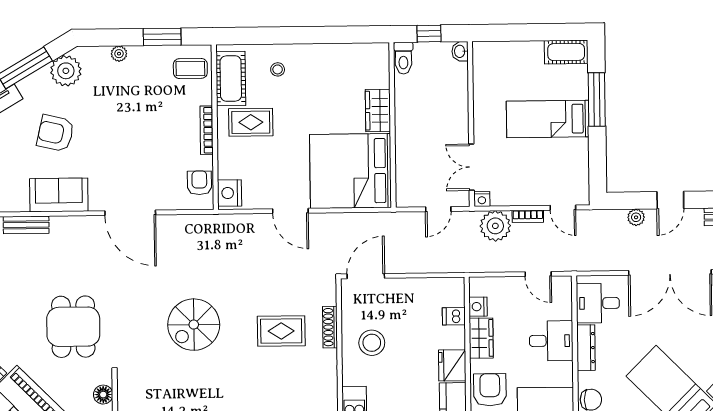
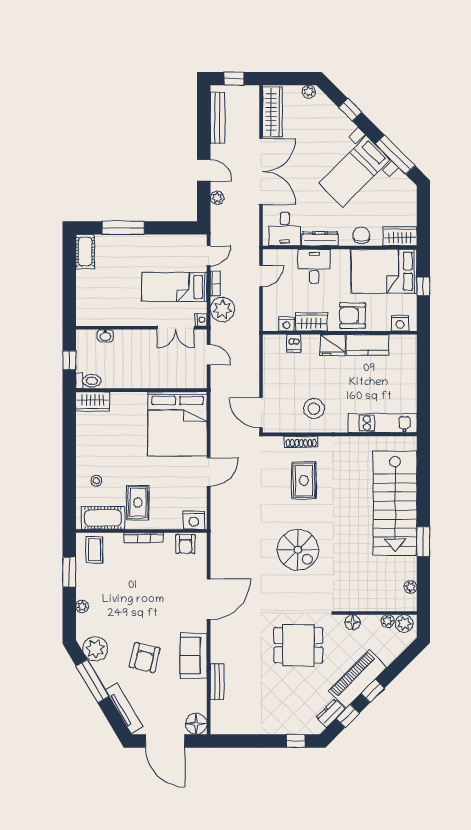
washbasin: (460, 51) -> (105, 336), moved
wardrobe: (378, 111) -> (93, 402), moved
bed: (548, 119) -> (174, 287), moved, turned 90
armchair: (199, 183) -> (185, 544), turned -90

